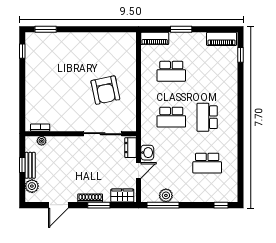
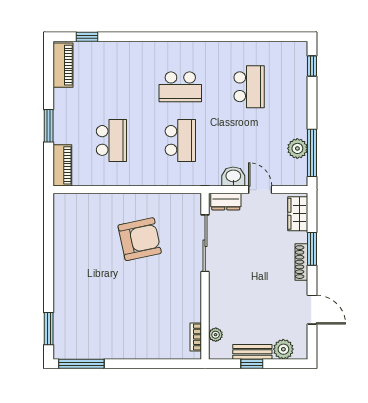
window: (22, 51) -> (81, 364), width x2.17

